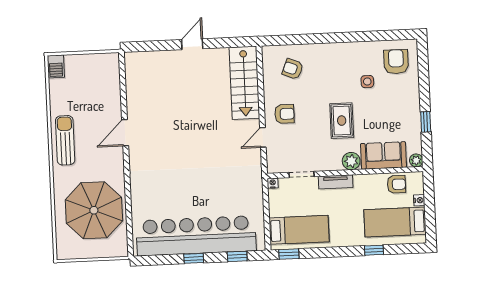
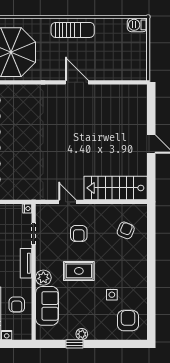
armchair: (396, 62) -> (128, 320), turned -90
armchair: (284, 114) -> (79, 233), moved
plant: (416, 160) -> (82, 334), moved
armchair: (396, 184) -> (17, 305), moved

